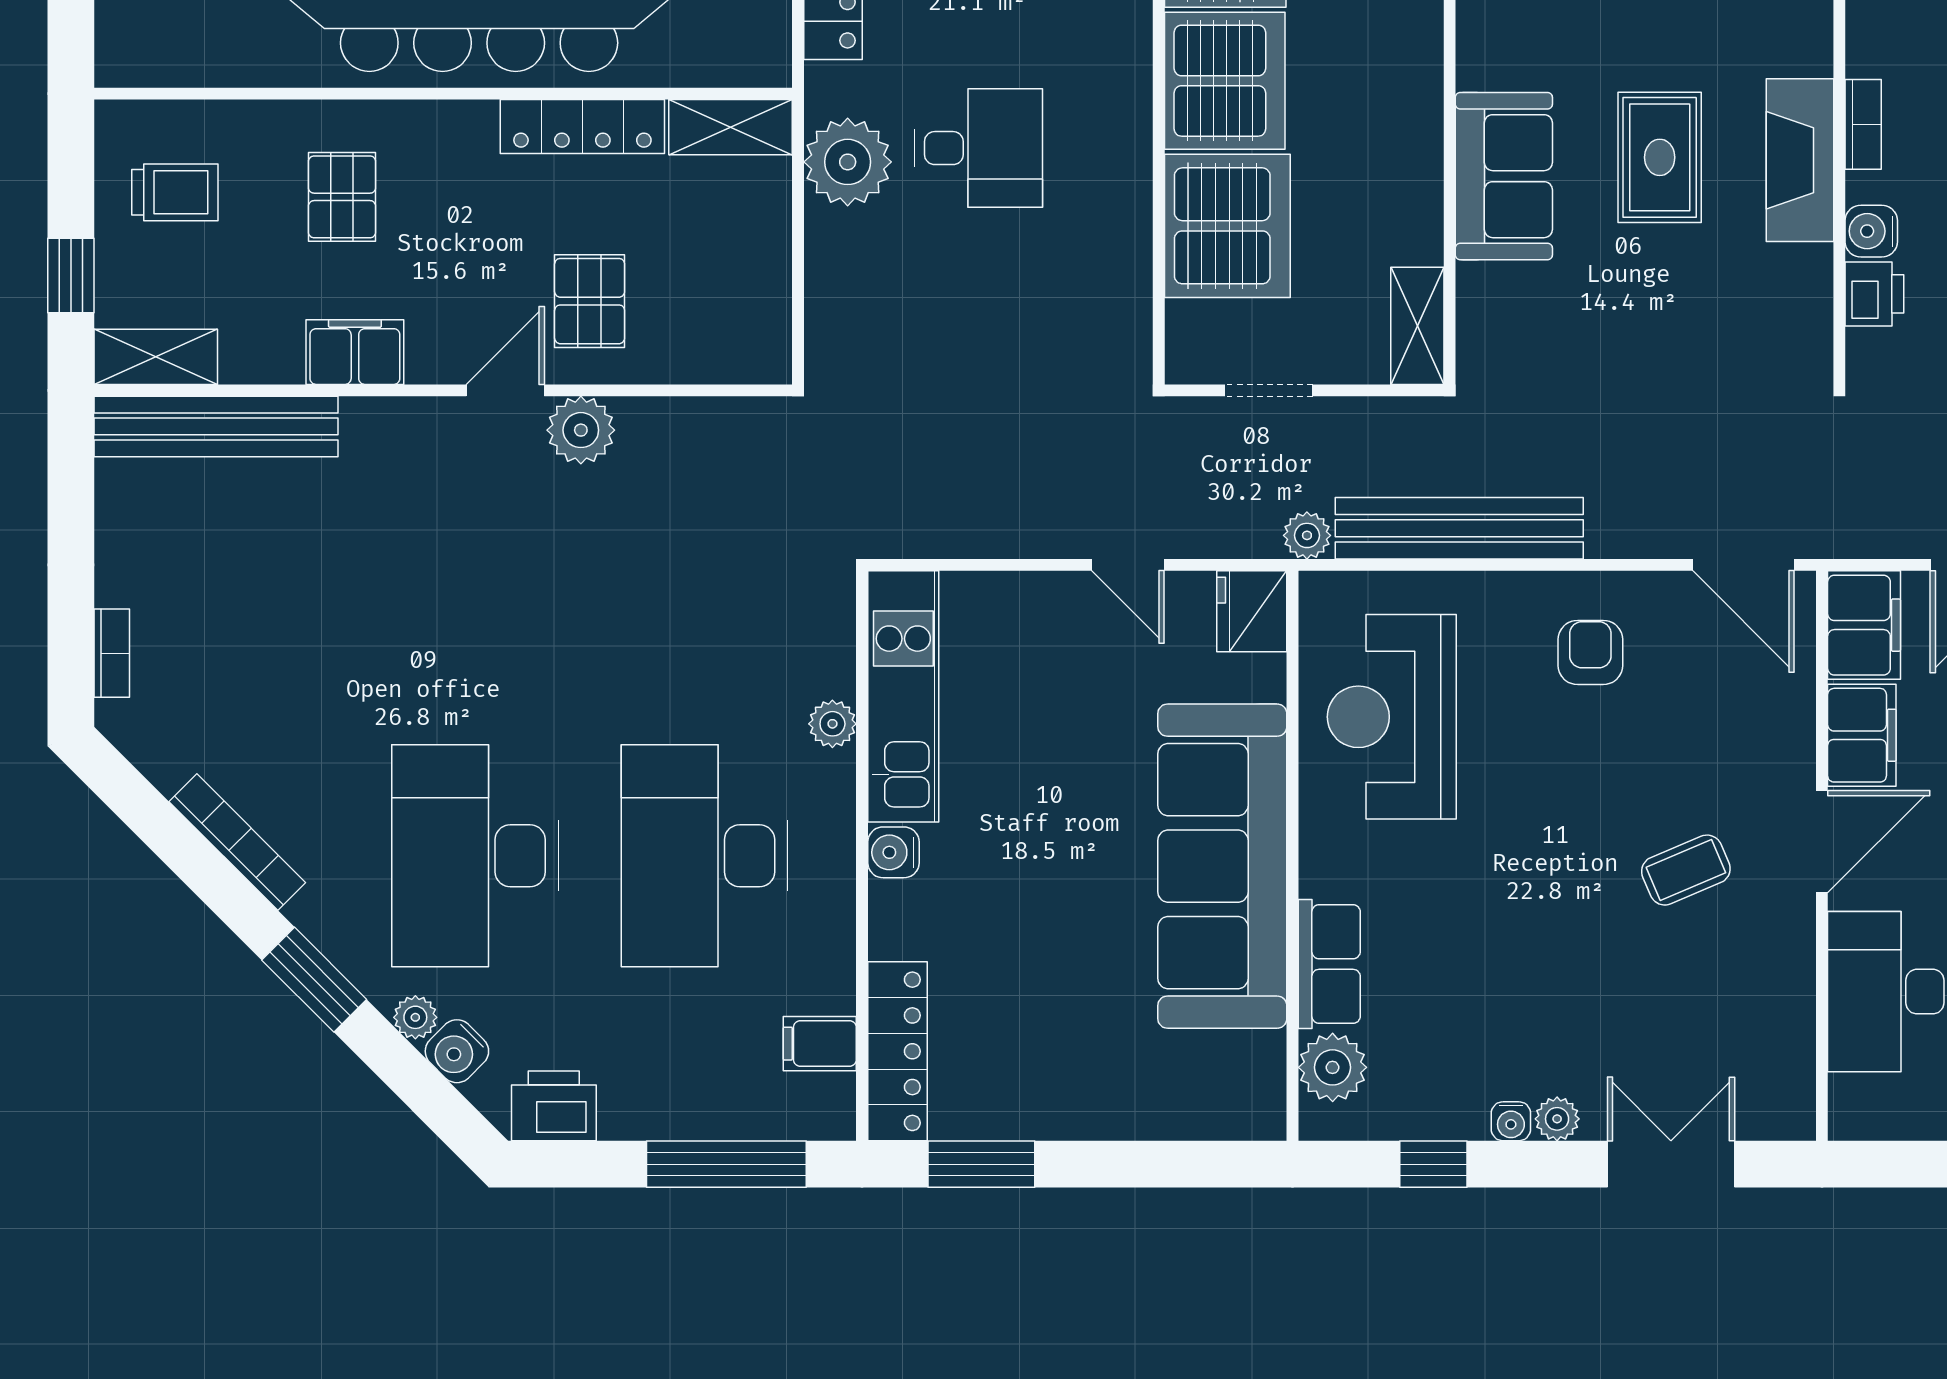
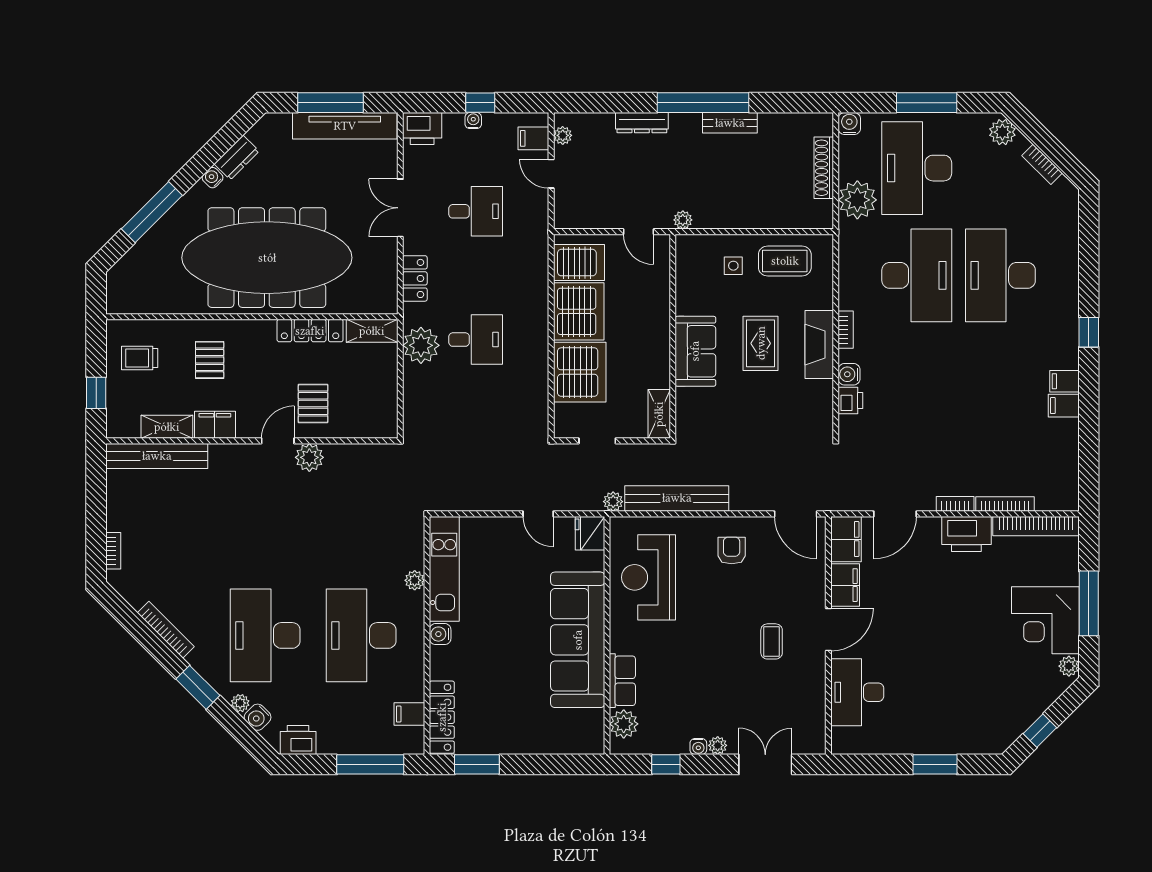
trolley: (175, 192) -> (140, 358), turned 180
shelving: (156, 357) -> (167, 427), moved
coffee table: (1686, 870) -> (772, 641), turned -67

